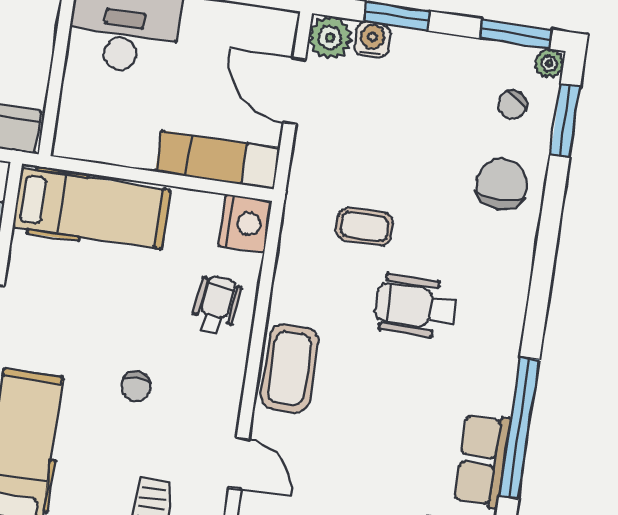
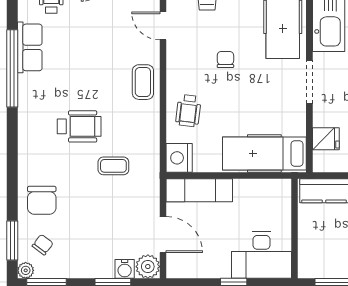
coffee table: (289, 368) -> (143, 82), width x0.73, depth x0.77

